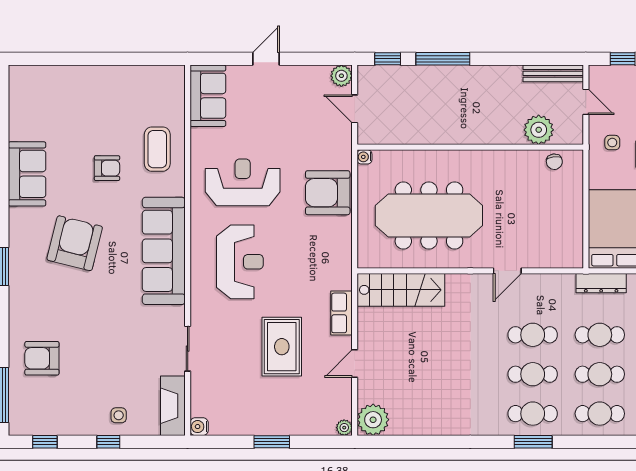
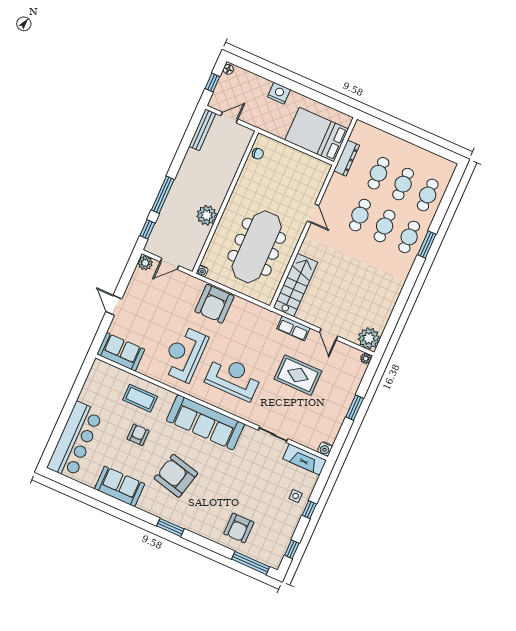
bar counter: (62, 87) -> (75, 440), added
plant: (539, 130) -> (207, 215), moved
side table: (612, 143) -> (262, 112), removed

